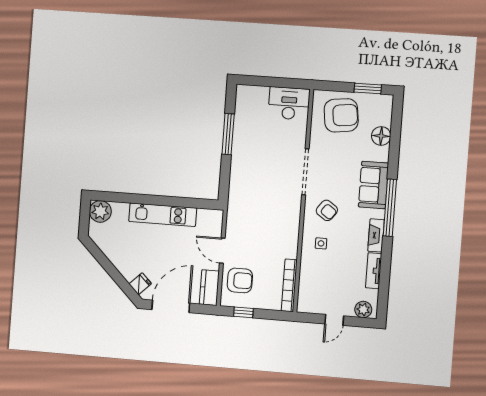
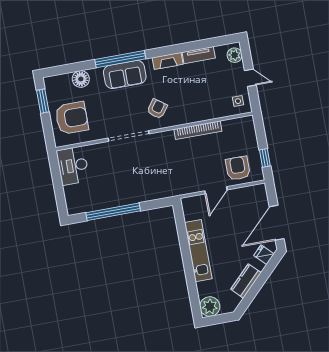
armchair: (341, 115) -> (72, 118), turned 97
window: (228, 134) -> (113, 212), width x1.46
window: (390, 208) -> (120, 59), moved
side table: (321, 243) -> (238, 101), moved
bookcase: (289, 285) -> (198, 130), moved
kitchen counter: (209, 288) -> (246, 281), moved, turned 135
door: (171, 306) -> (277, 223), hinge flipped

